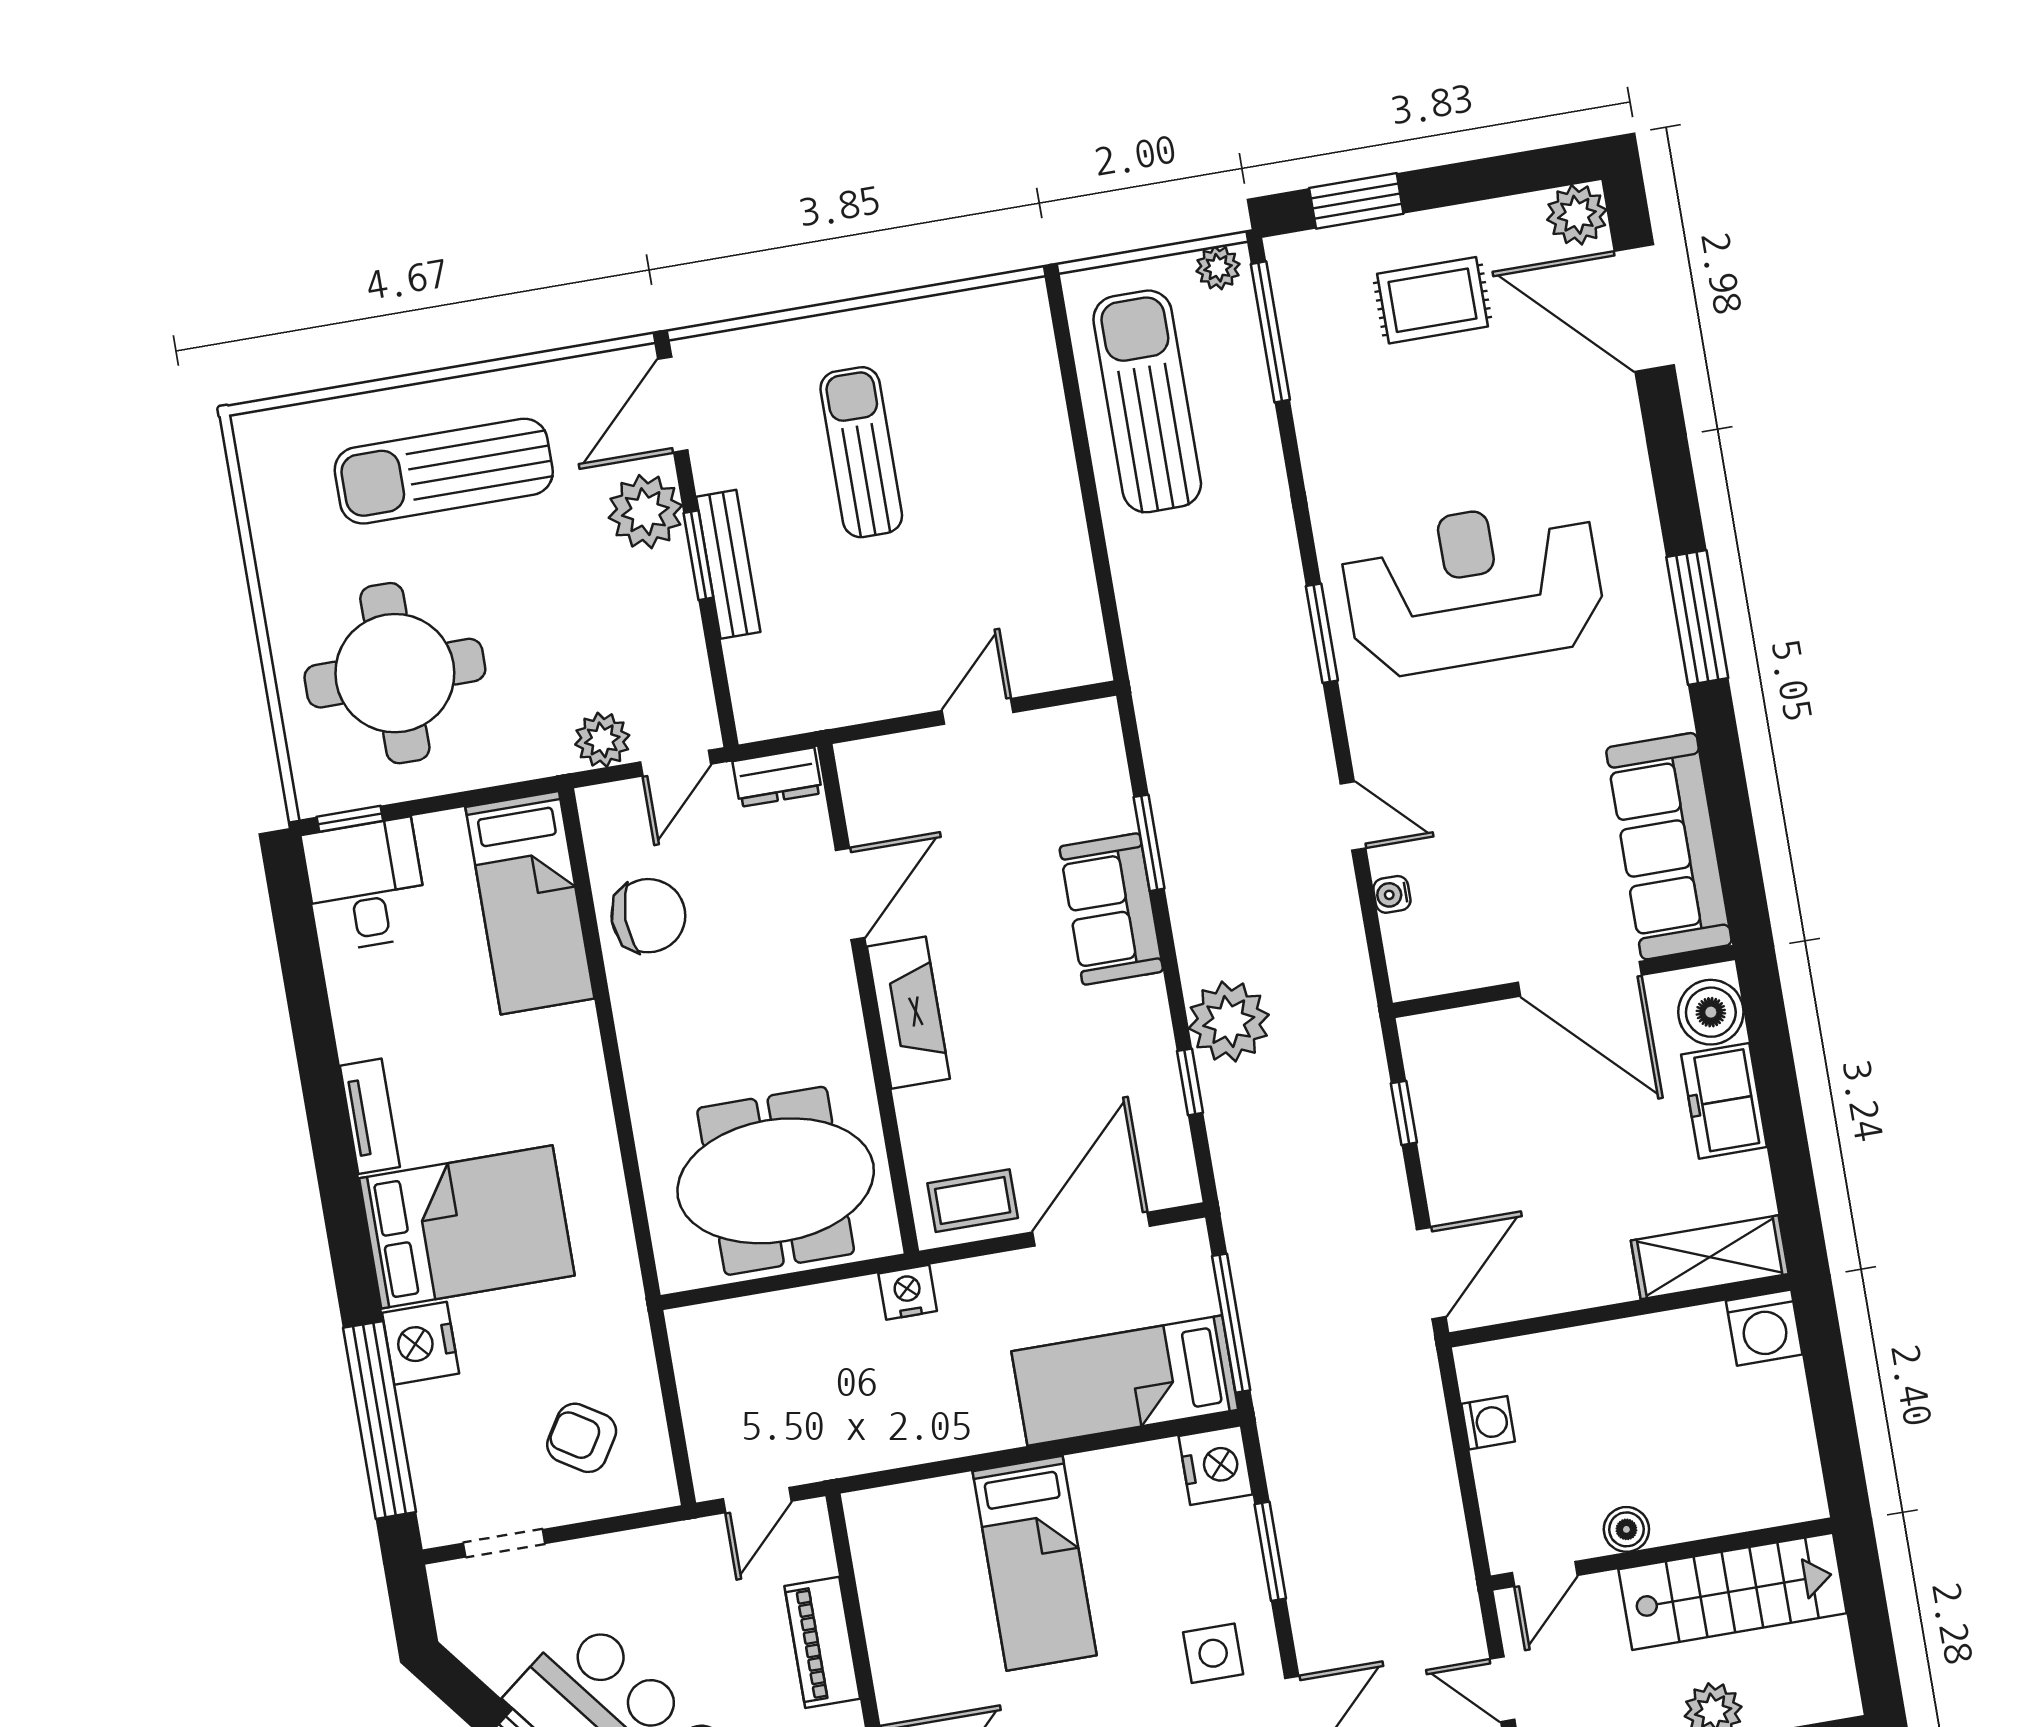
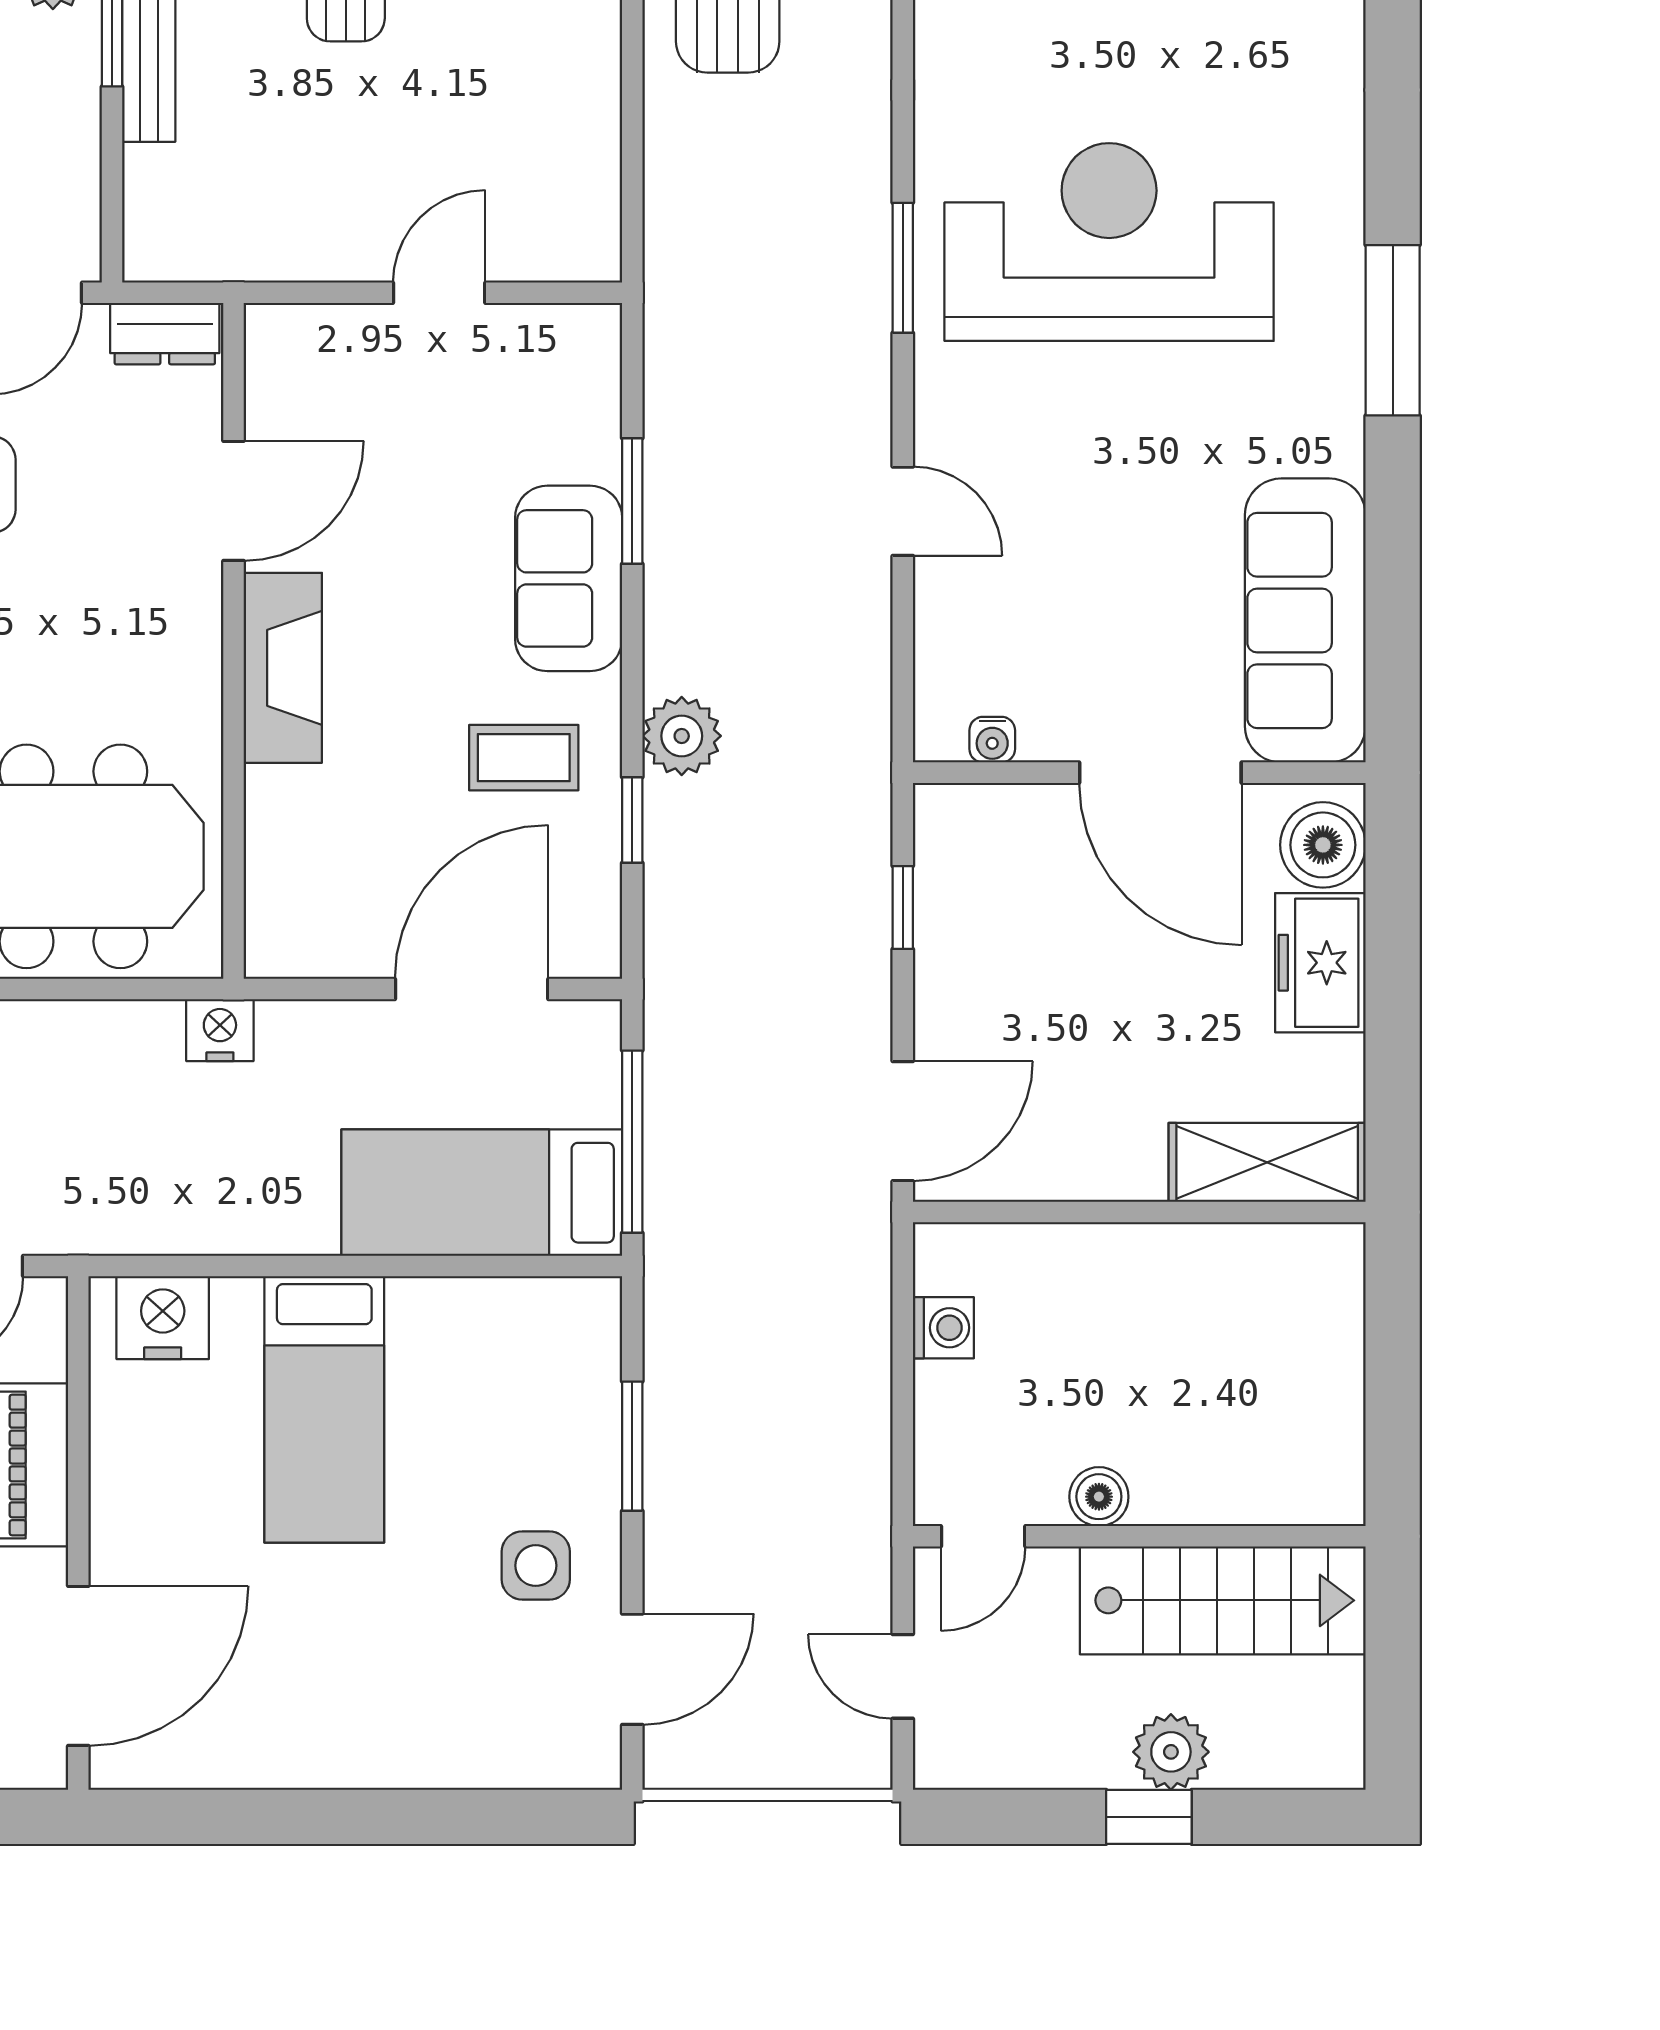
water cooler: (1392, 894) -> (992, 740), moved, turned -90
plant: (1229, 1022) -> (682, 736), width x0.73, depth x0.73
coffee table: (973, 1201) -> (524, 758), moved
washing machine: (1764, 1328) -> (1322, 1266), removed
nightstand: (1216, 1465) -> (163, 1318), moved, turned -90

